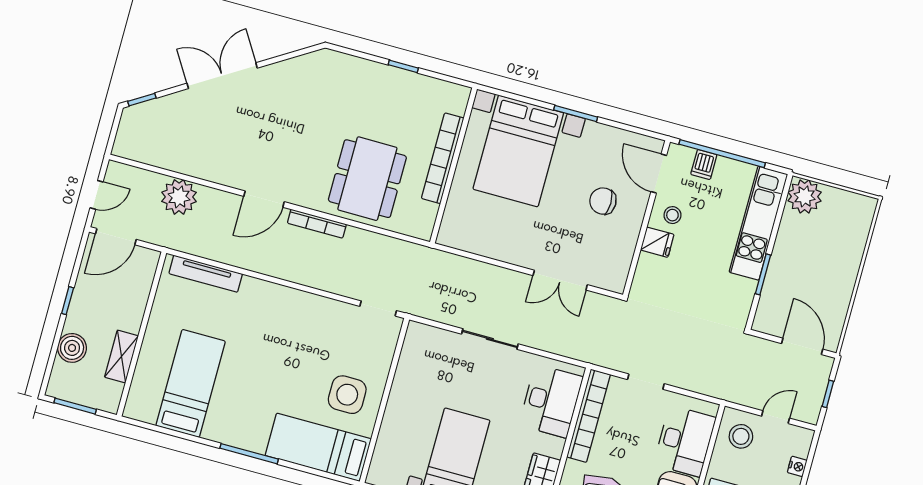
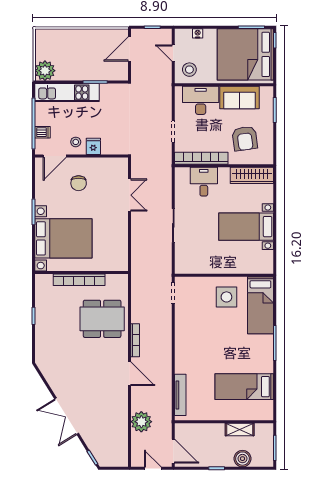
desk: (551, 401) -> (204, 182), width x0.73

